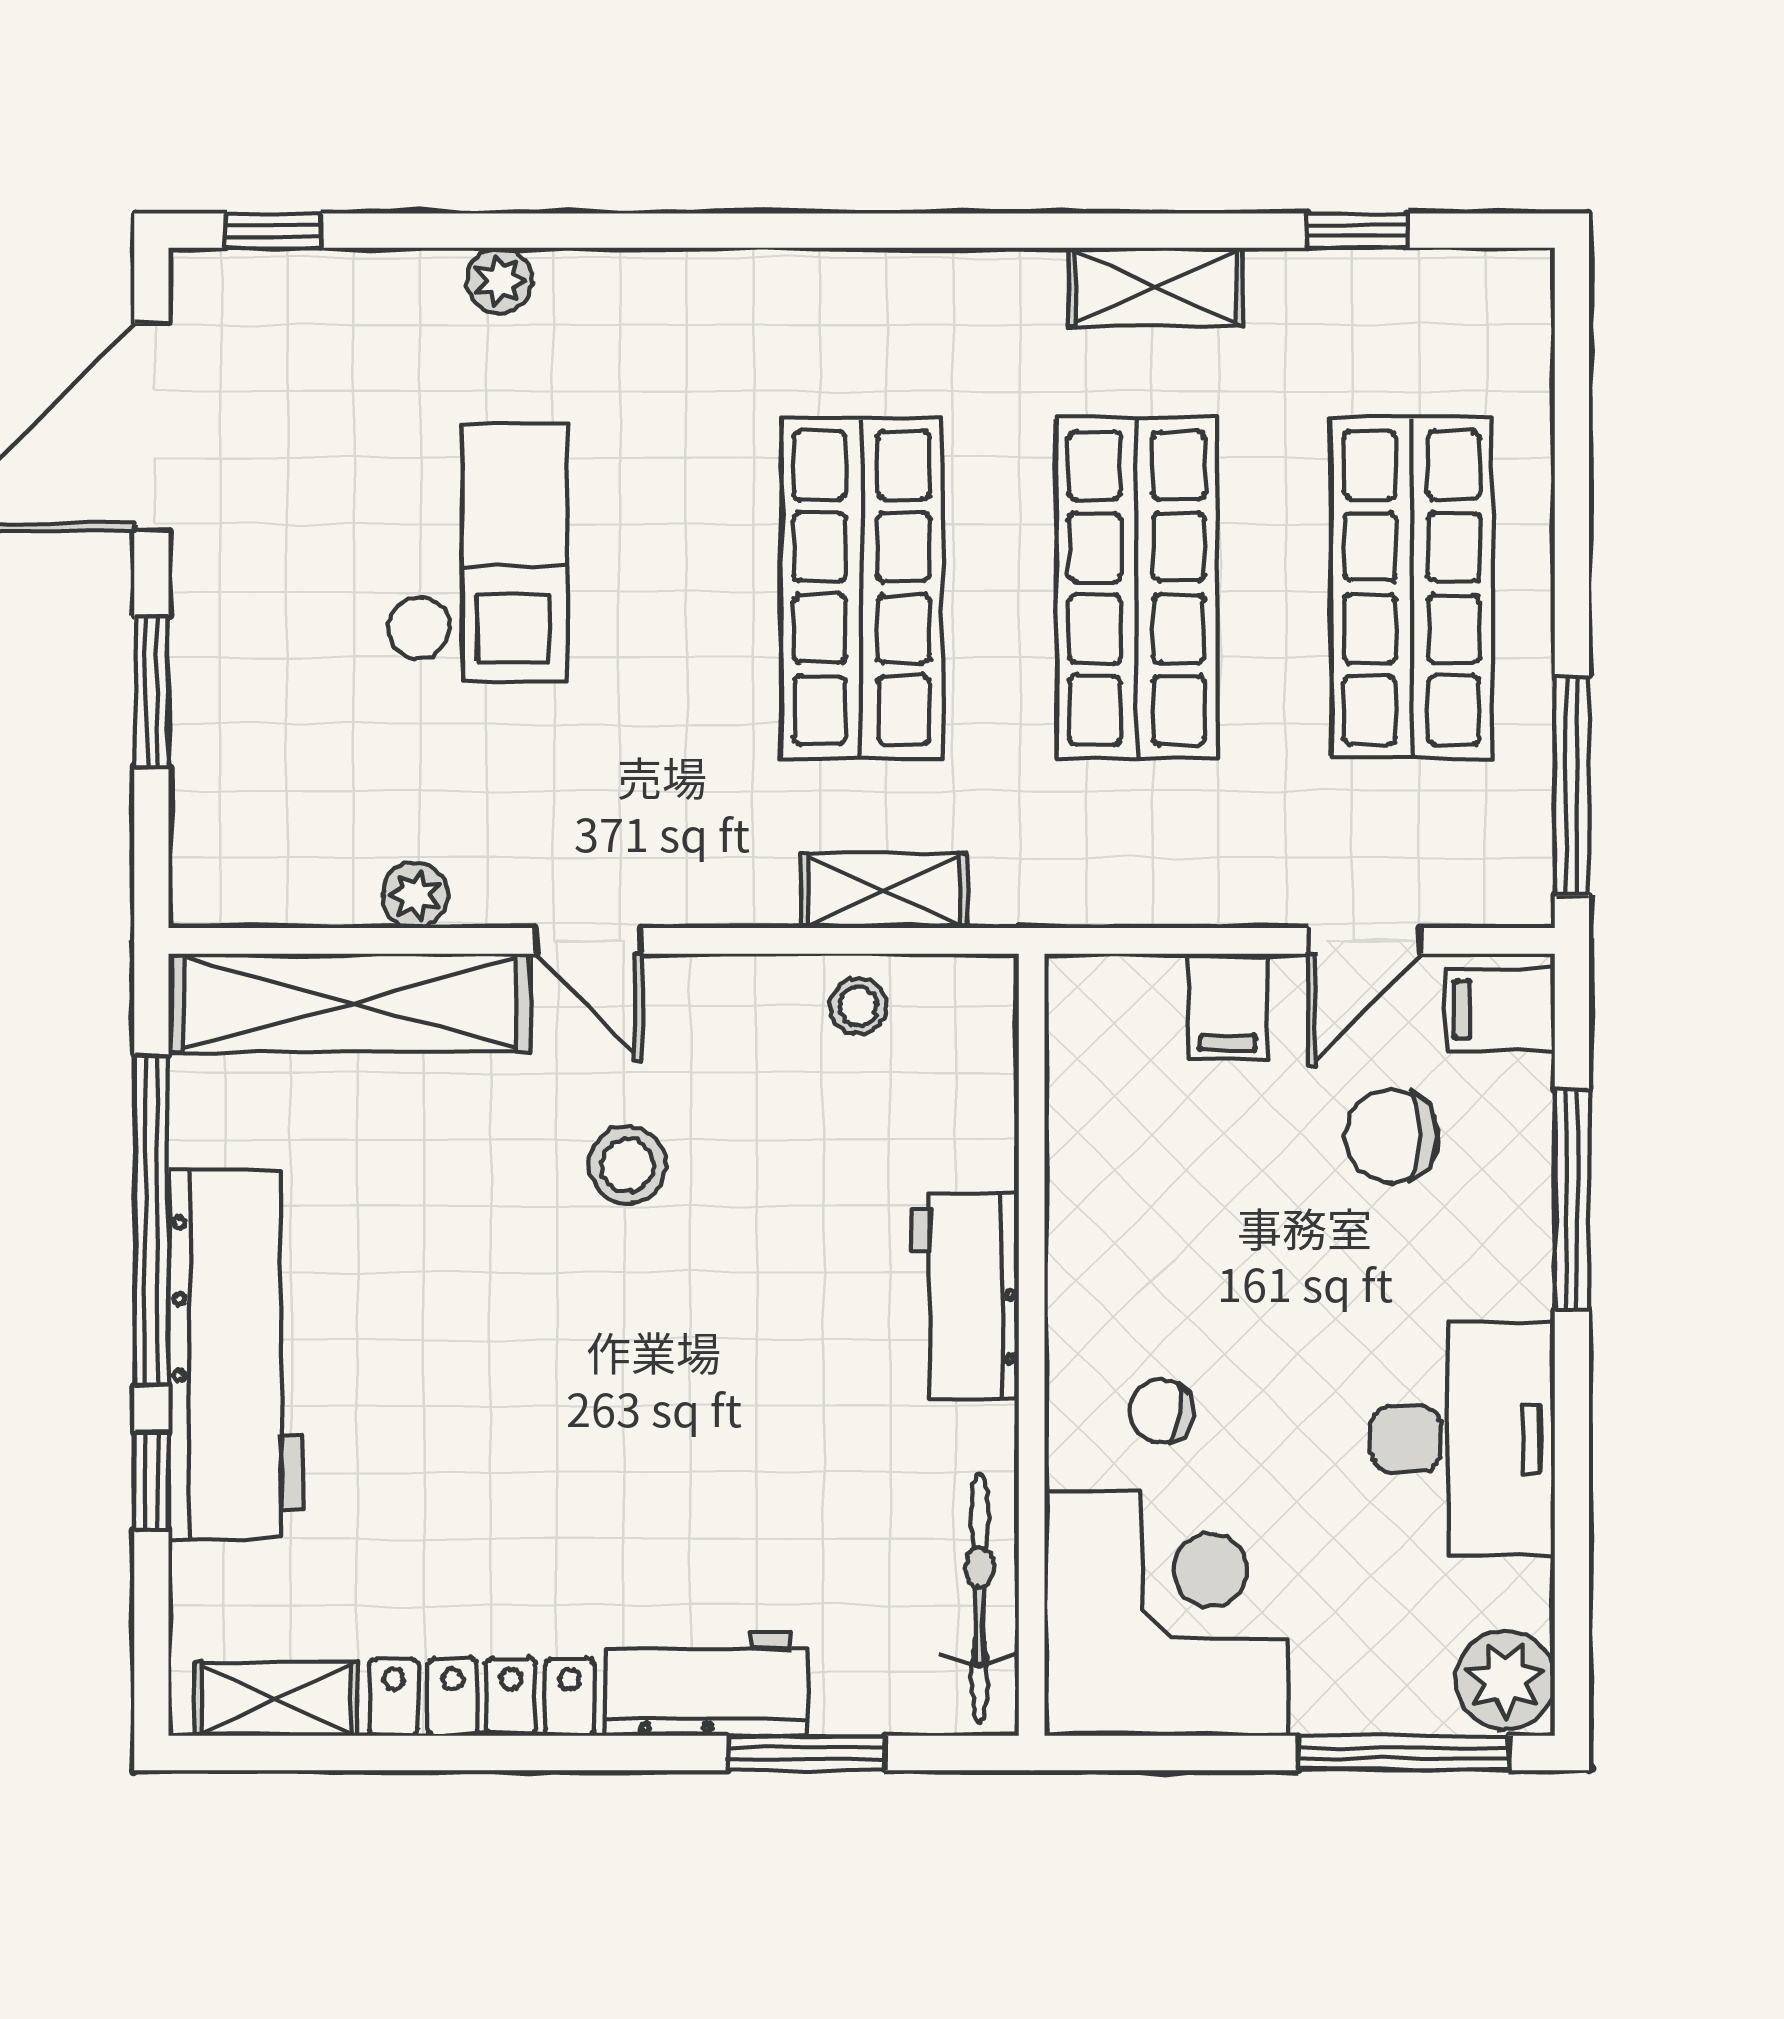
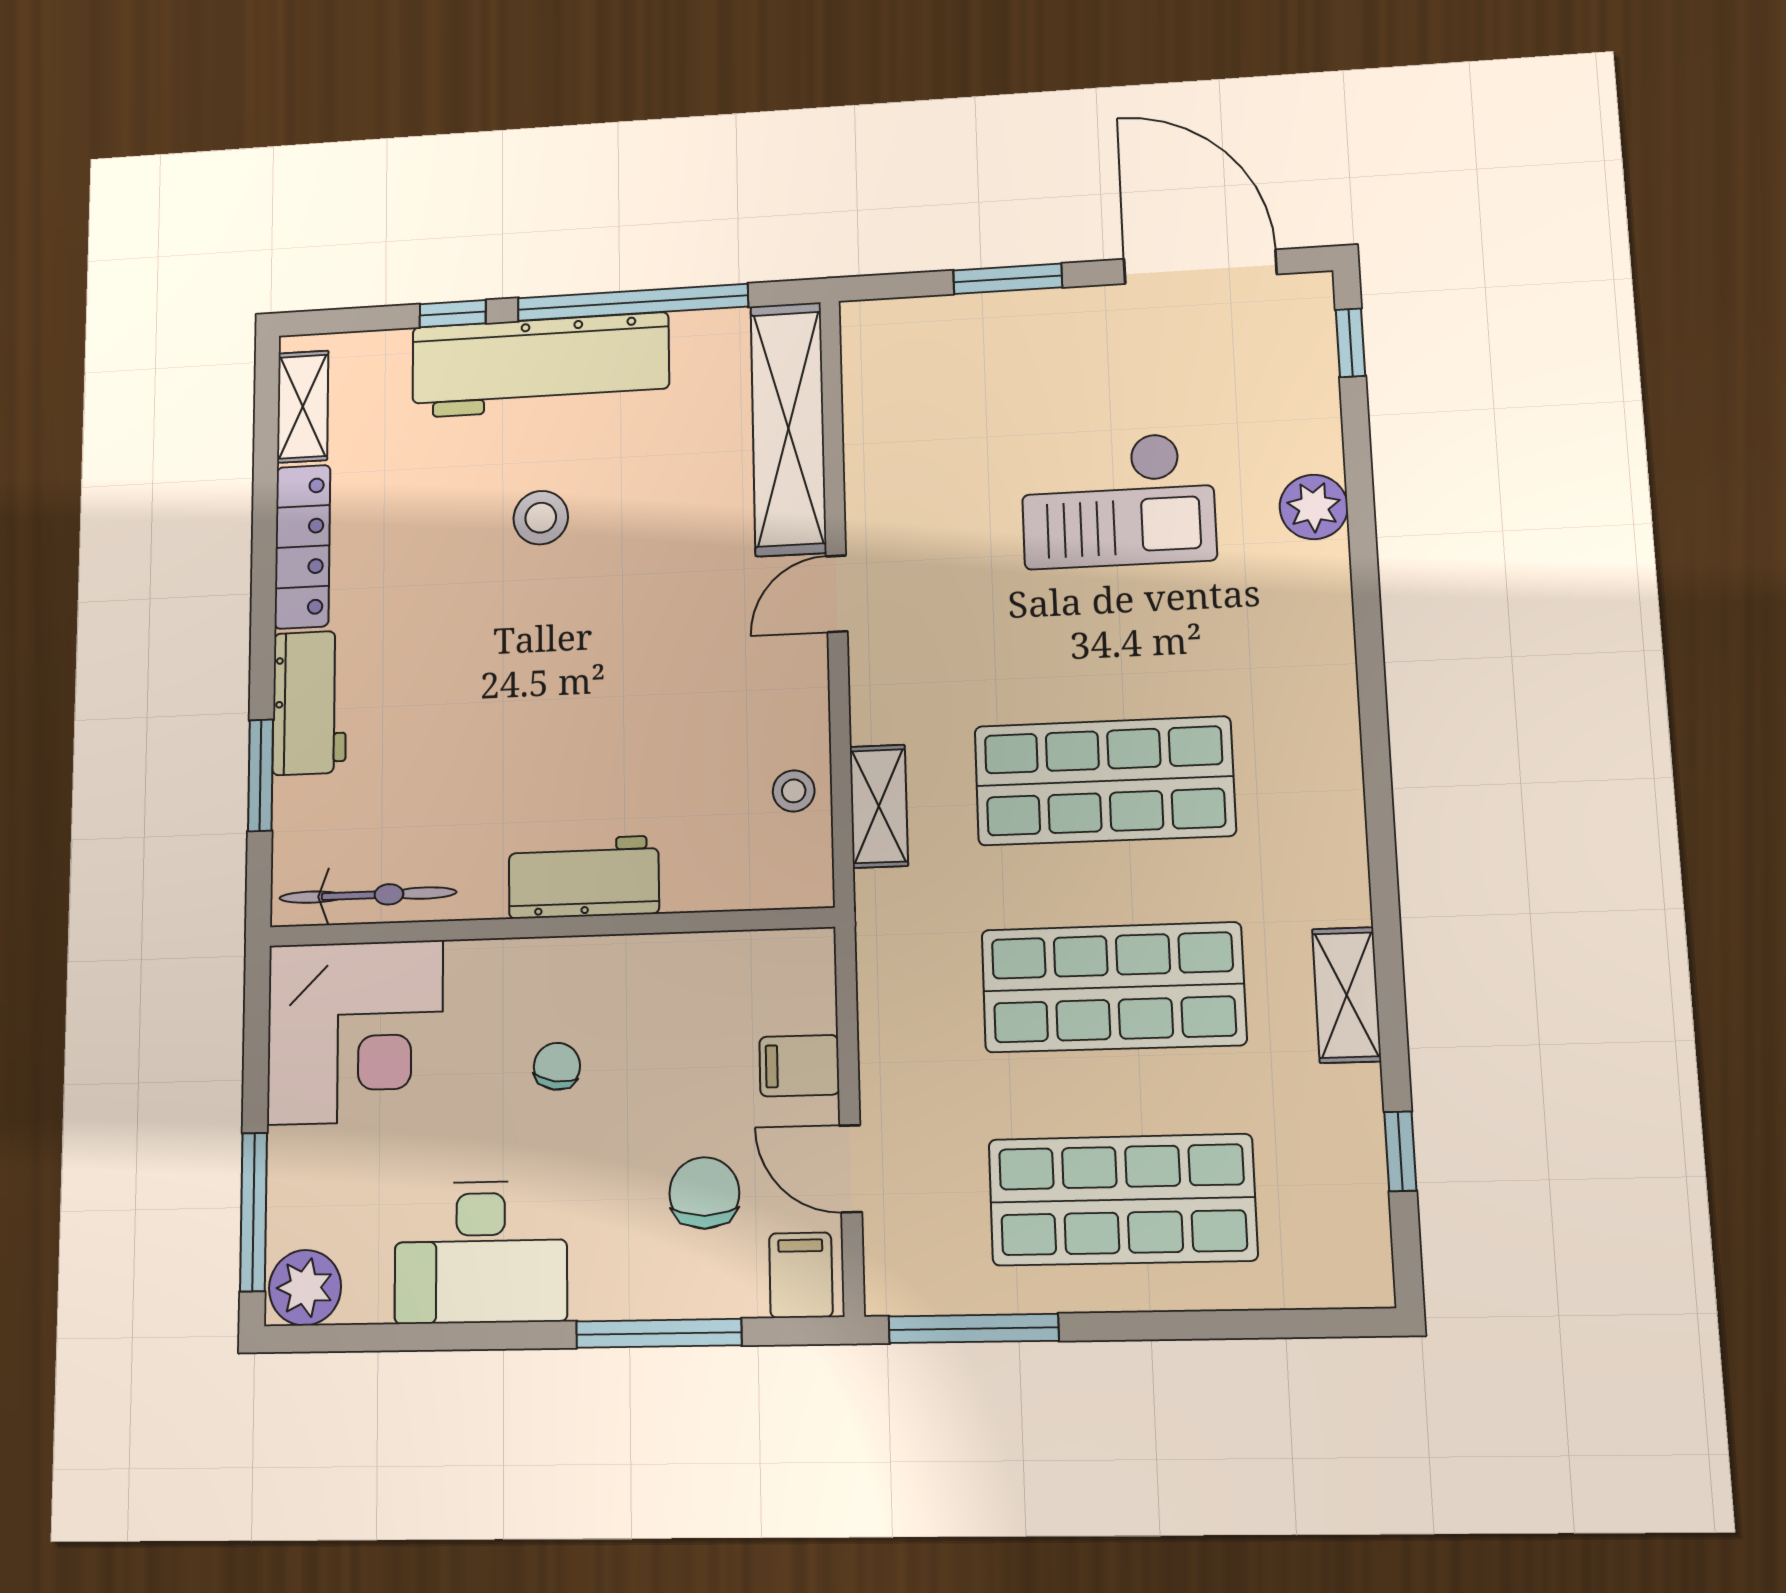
plant: (500, 280) -> (1314, 507), width x1.38, depth x1.38
plant: (415, 895) -> (867, 470), removed
stool: (628, 1165) -> (541, 518), moved
chair: (1161, 1411) -> (557, 1066), moved

